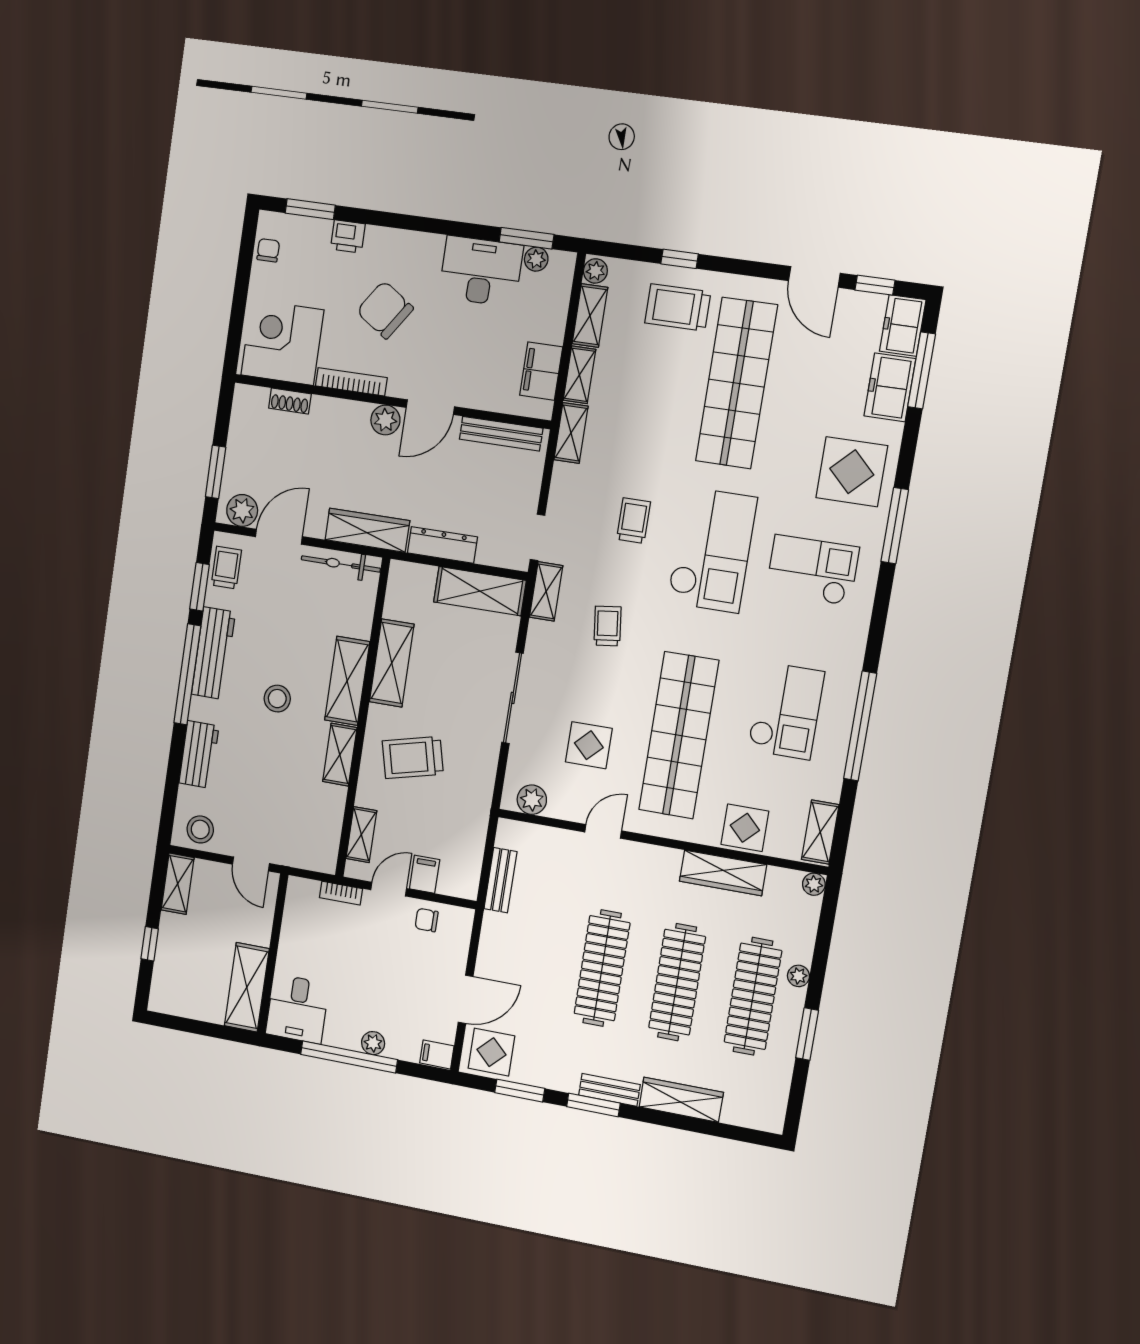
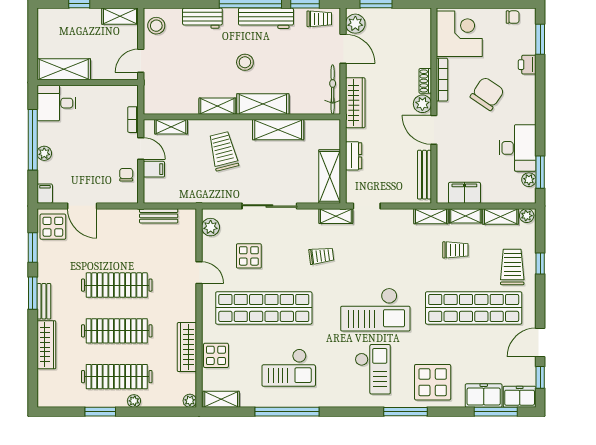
shoe rack: (290, 401) -> (425, 81), moved
trolley: (634, 521) -> (455, 250), moved
dresser: (442, 545) -> (354, 156), width x0.70

